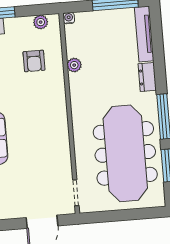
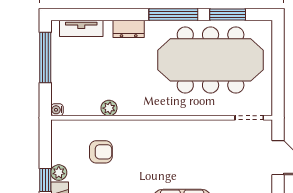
plant: (41, 22) -> (59, 173), moved
tv unit: (144, 34) -> (81, 28), width x0.71

